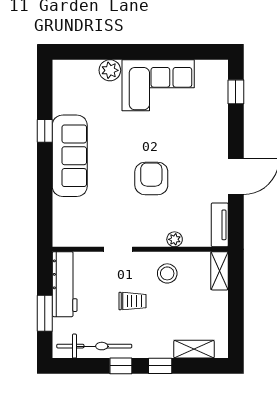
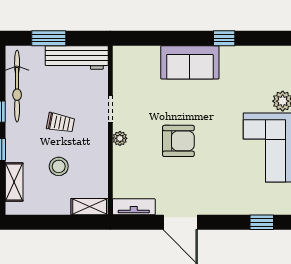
sofa: (70, 156) -> (190, 62), width x0.73
plant: (175, 239) -> (120, 138), moved
stool: (167, 273) -> (59, 166), moved
trolley: (132, 301) -> (60, 123), turned -79

